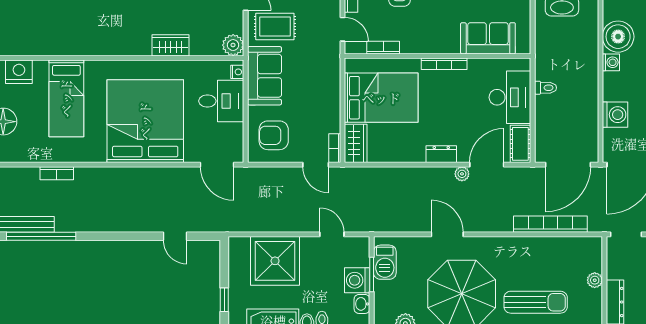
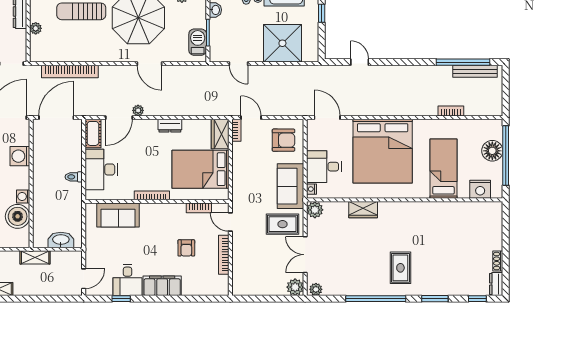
dresser: (441, 154) -> (170, 126), moved
washing machine: (357, 280) -> (219, 28), removed

